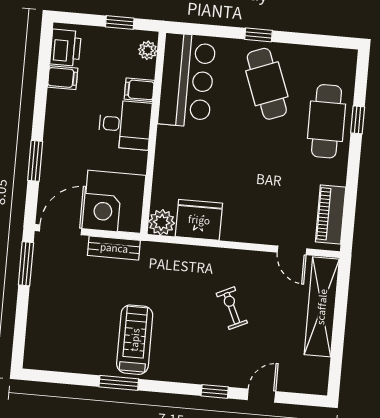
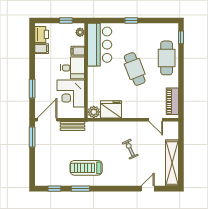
cafe table: (267, 84) -> (135, 69), moved
window: (358, 120) -> (181, 37), moved
corner desk: (114, 202) -> (71, 93), moved
shelving: (322, 307) -> (172, 163), moved
treadmill: (135, 340) -> (86, 168), turned -90
window: (215, 391) -> (54, 189), moved

